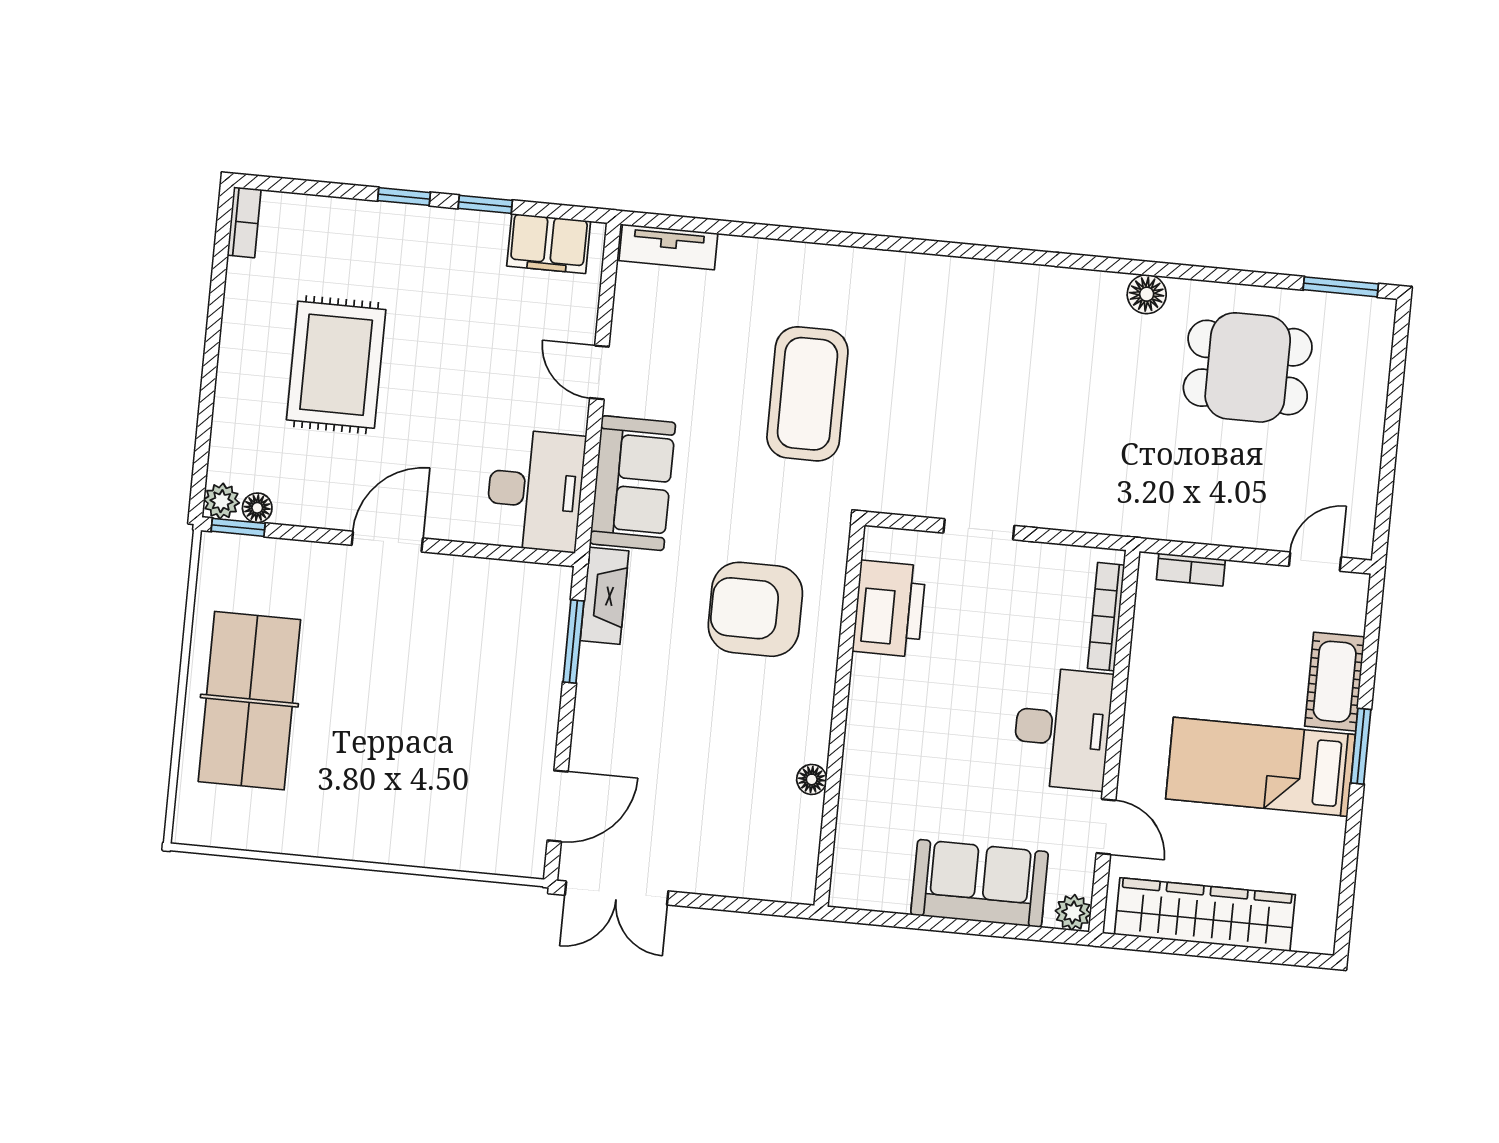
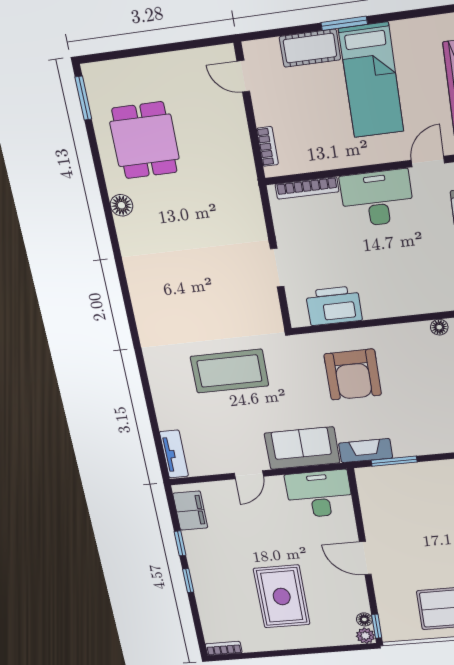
rug: (336, 365) -> (282, 596), turned 90

